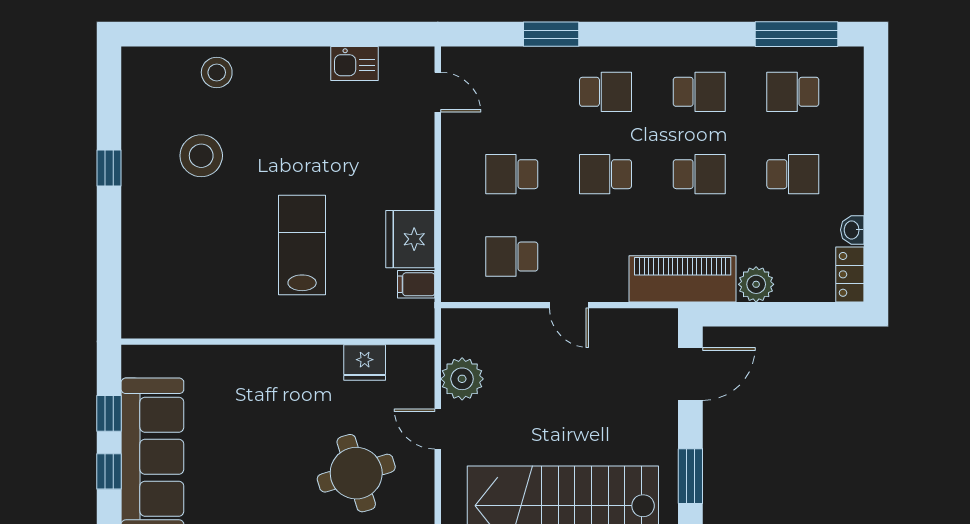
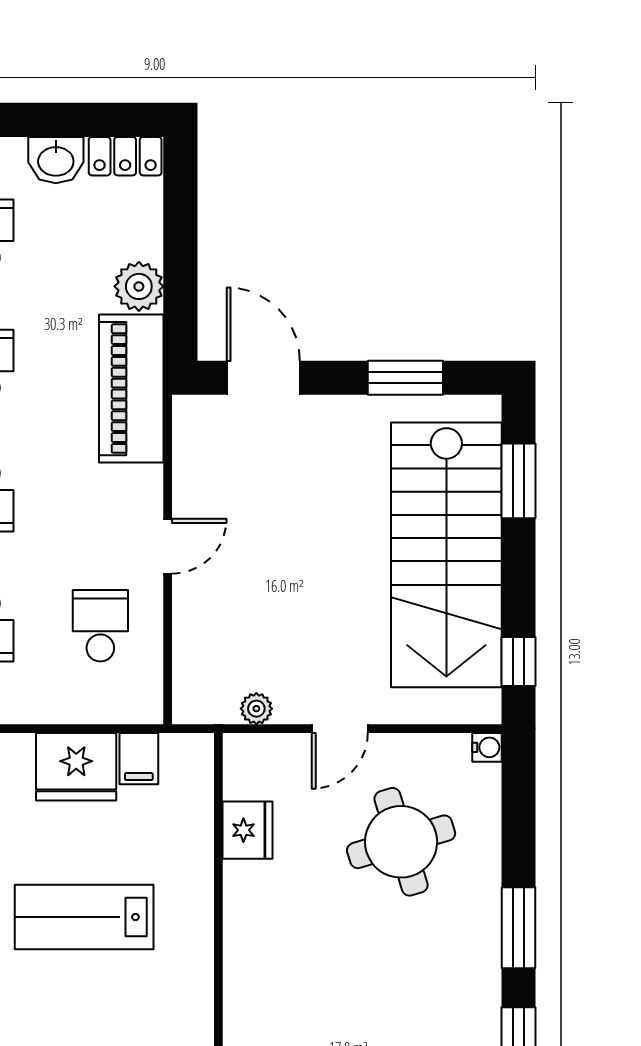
washbasin: (852, 230) -> (56, 160), width x1.38, depth x1.45
school desk: (512, 257) -> (100, 626), turned 180
plant: (462, 379) -> (256, 709), width x0.53, depth x0.53

